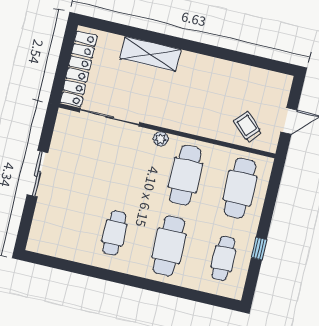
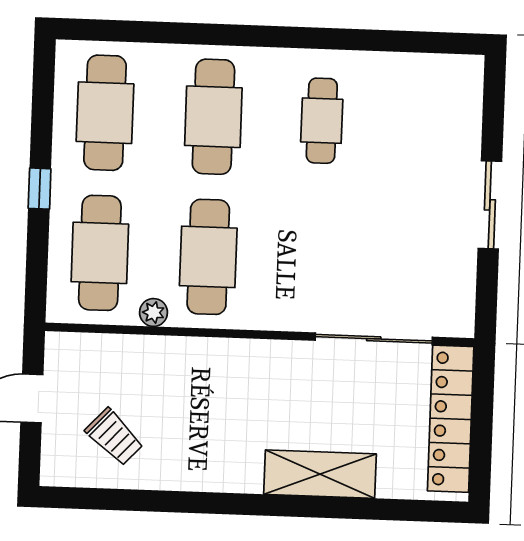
trolley: (248, 127) -> (114, 437), moved
plant: (161, 139) -> (153, 312), moved
window: (259, 249) -> (40, 189), moved
cafe table: (223, 259) -> (105, 113), width x1.37, depth x1.35

